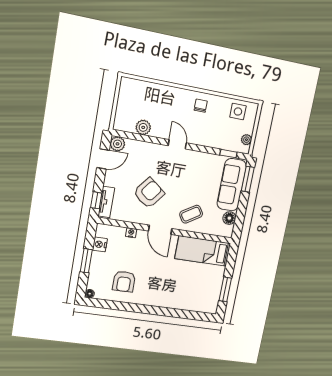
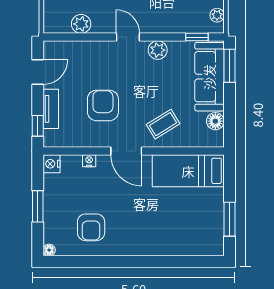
plant: (117, 144) -> (158, 50), moved
armchair: (149, 193) -> (103, 105), turned -38
tv unit: (106, 202) -> (51, 109), moved
nightstand: (100, 244) -> (52, 164), moved

